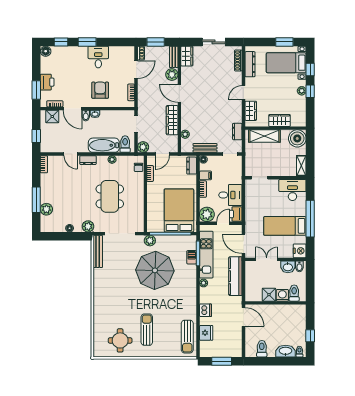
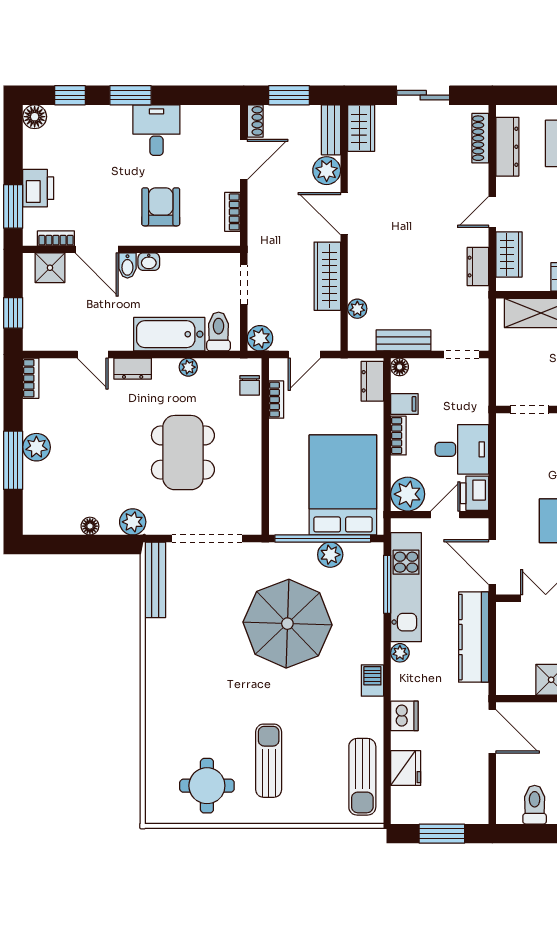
dresser: (237, 132) -> (478, 267), moved
plant: (46, 209) -> (36, 447), moved
plant: (150, 241) -> (330, 555), moved
barbecue: (192, 257) -> (372, 680), moved

